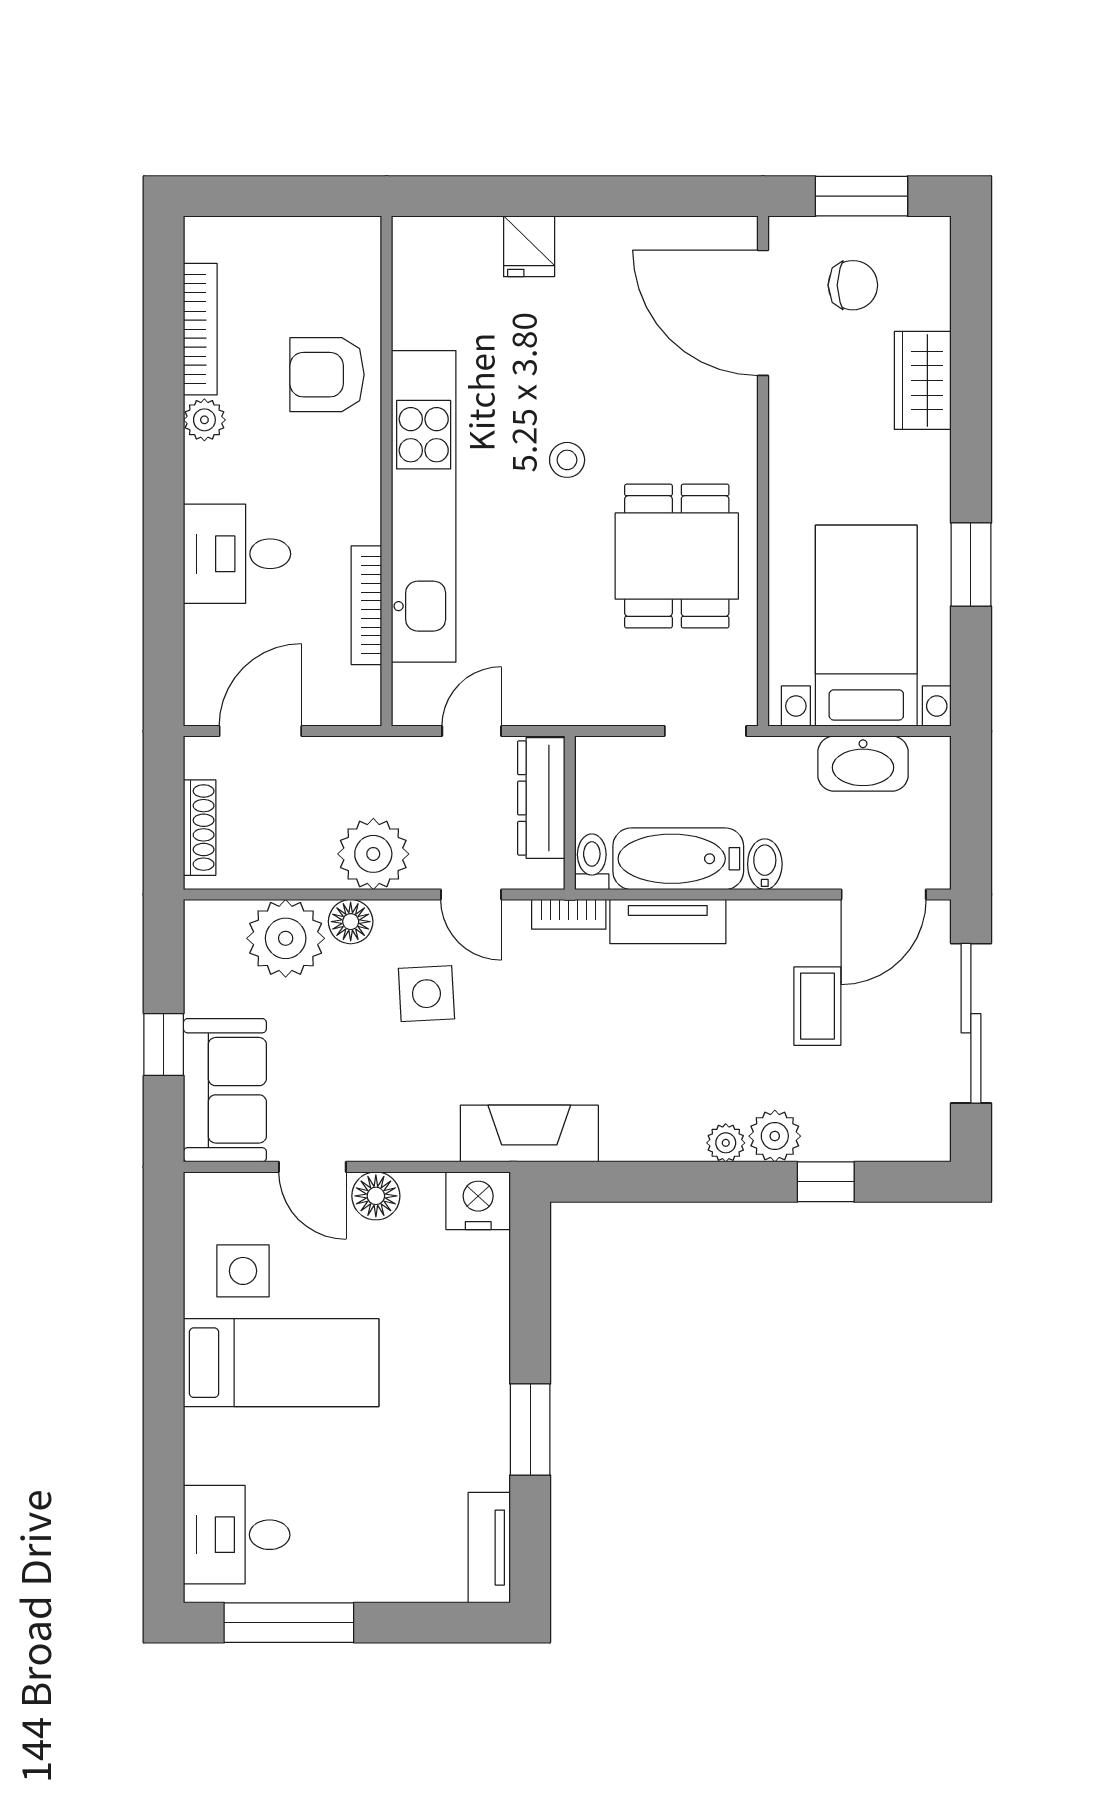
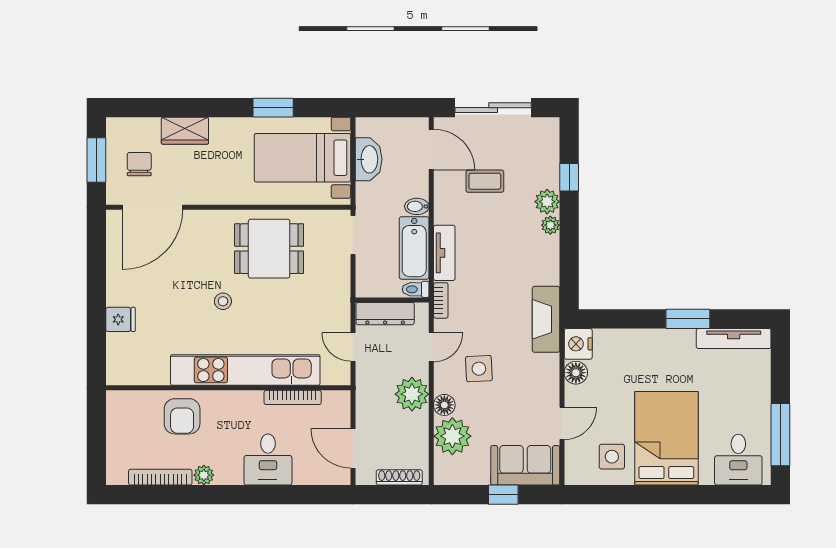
floor lamp: (376, 1196) -> (576, 373), moved
bed: (281, 1363) -> (666, 438), width x1.50
tv unit: (489, 1548) -> (734, 339), width x1.41

